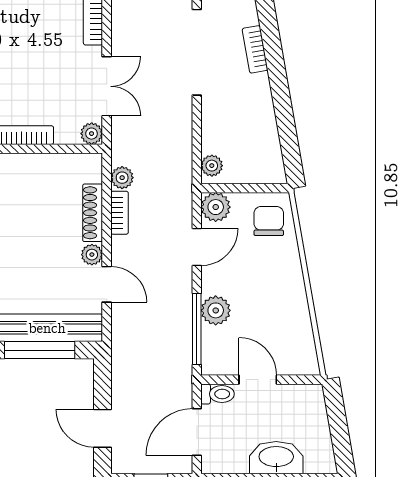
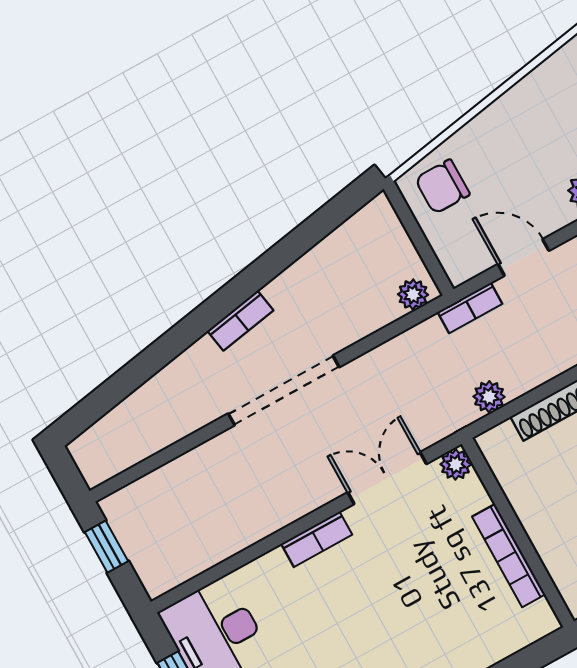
plant: (216, 207) -> (461, 261), removed
bookcase: (120, 213) -> (470, 308), moved, turned 180

